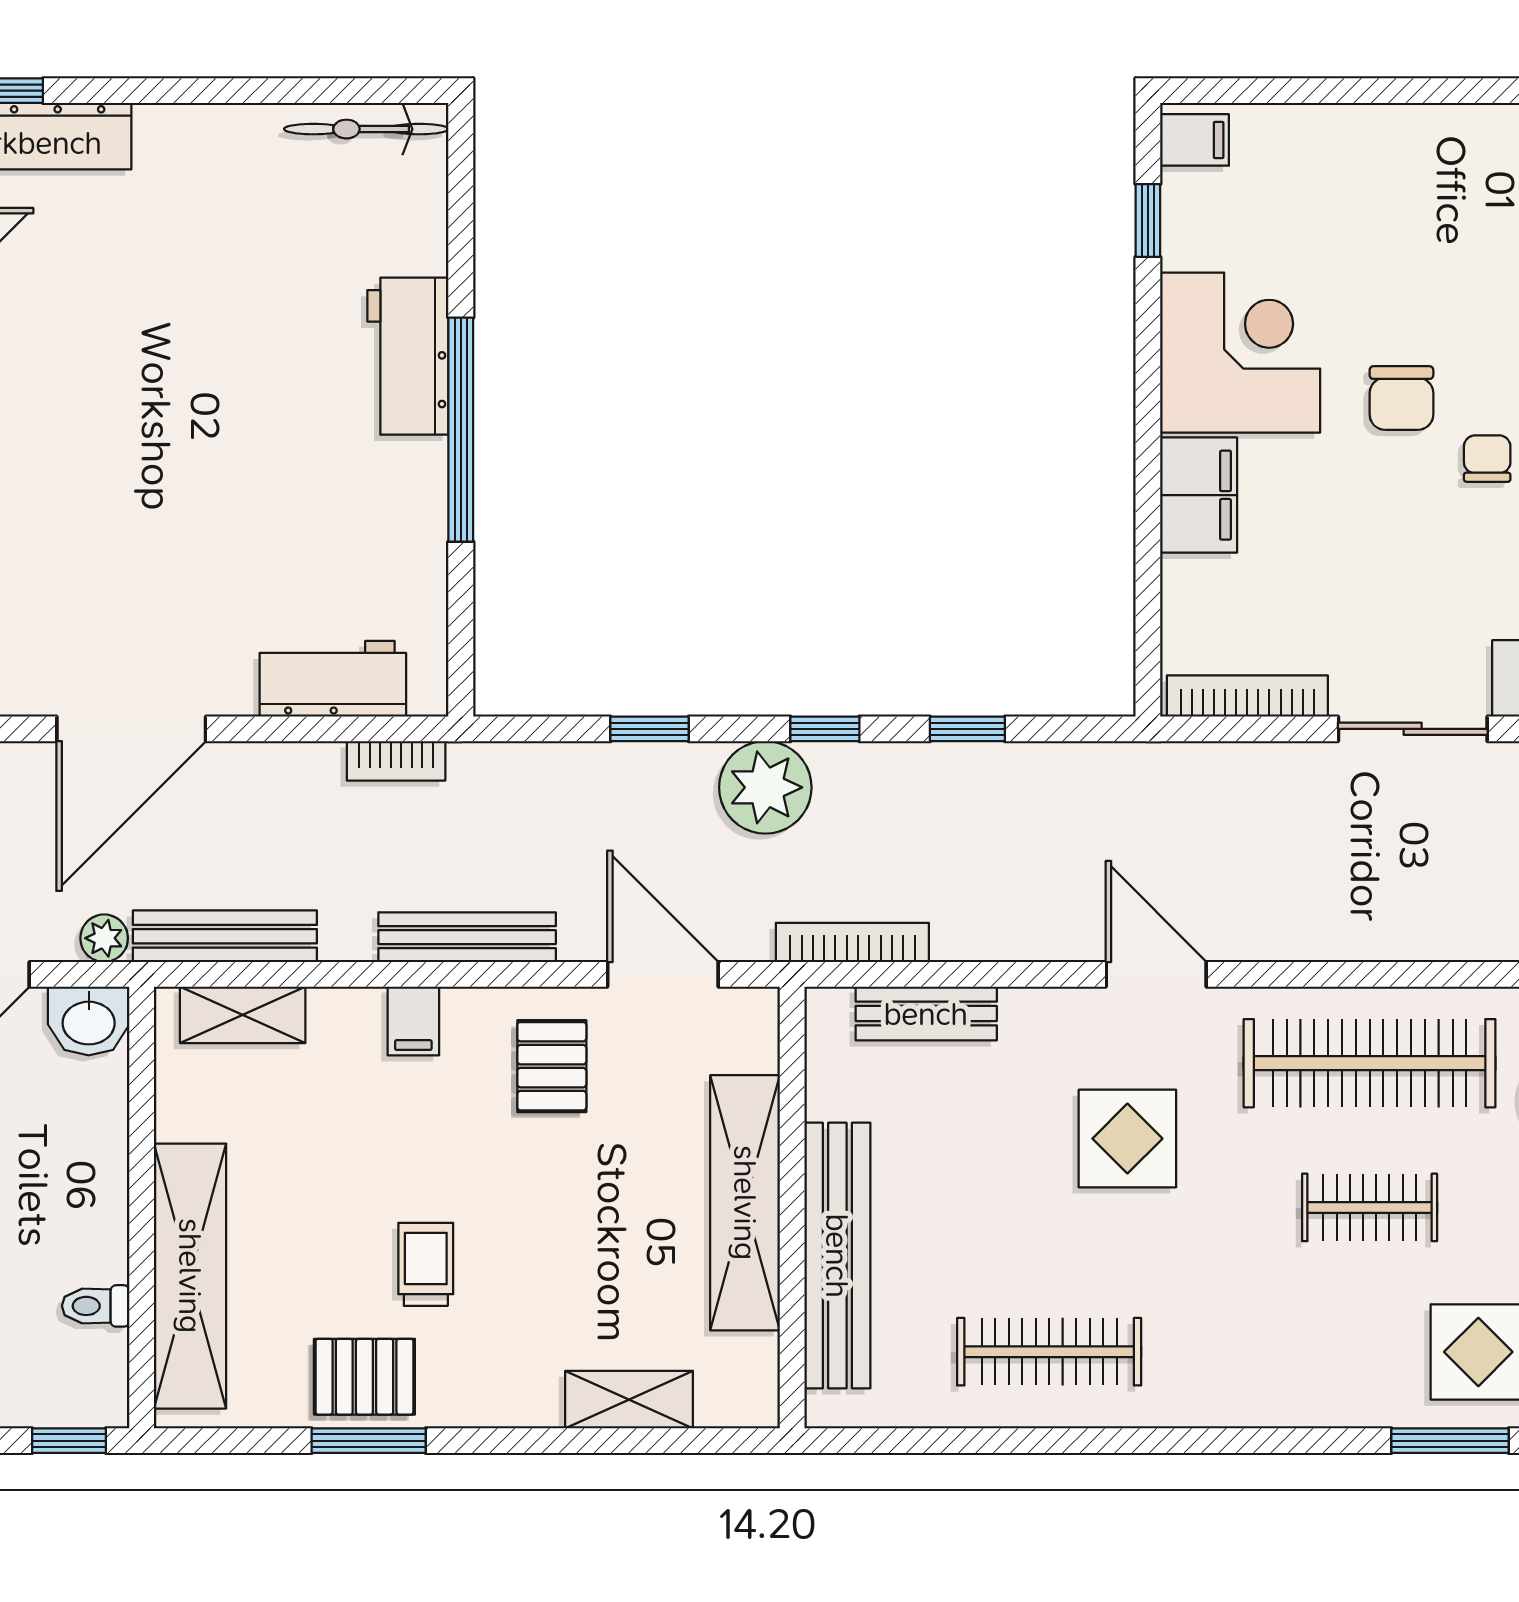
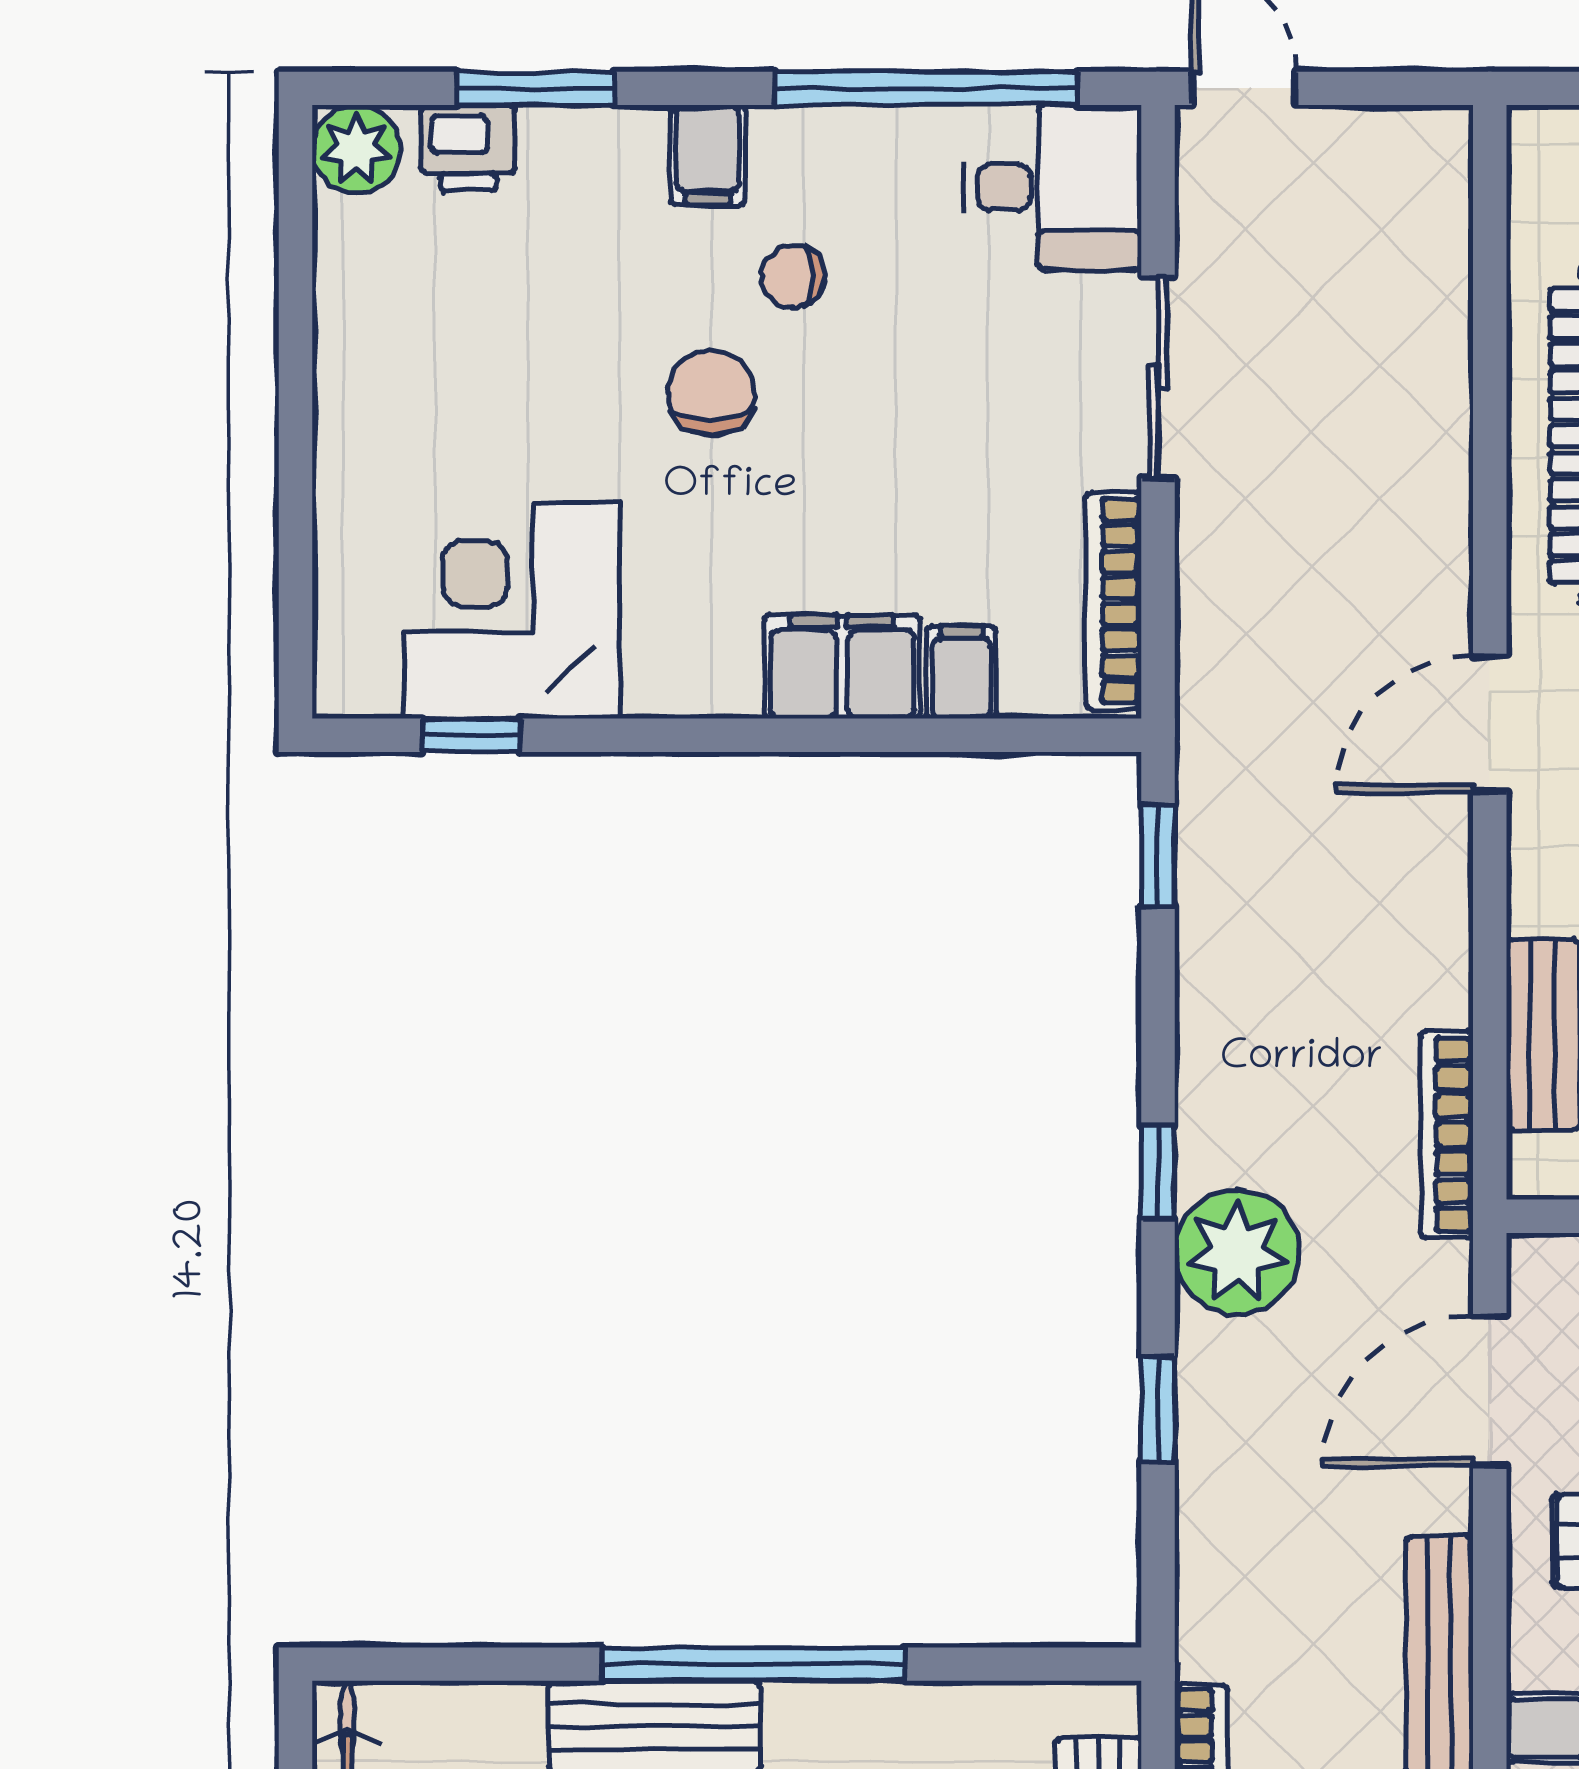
filing cabinet: (1195, 140) -> (961, 672), moved
corner desk: (1240, 353) -> (512, 611), moved
chair: (1401, 398) -> (711, 393), turned -91
window: (967, 729) -> (1158, 855), moved

